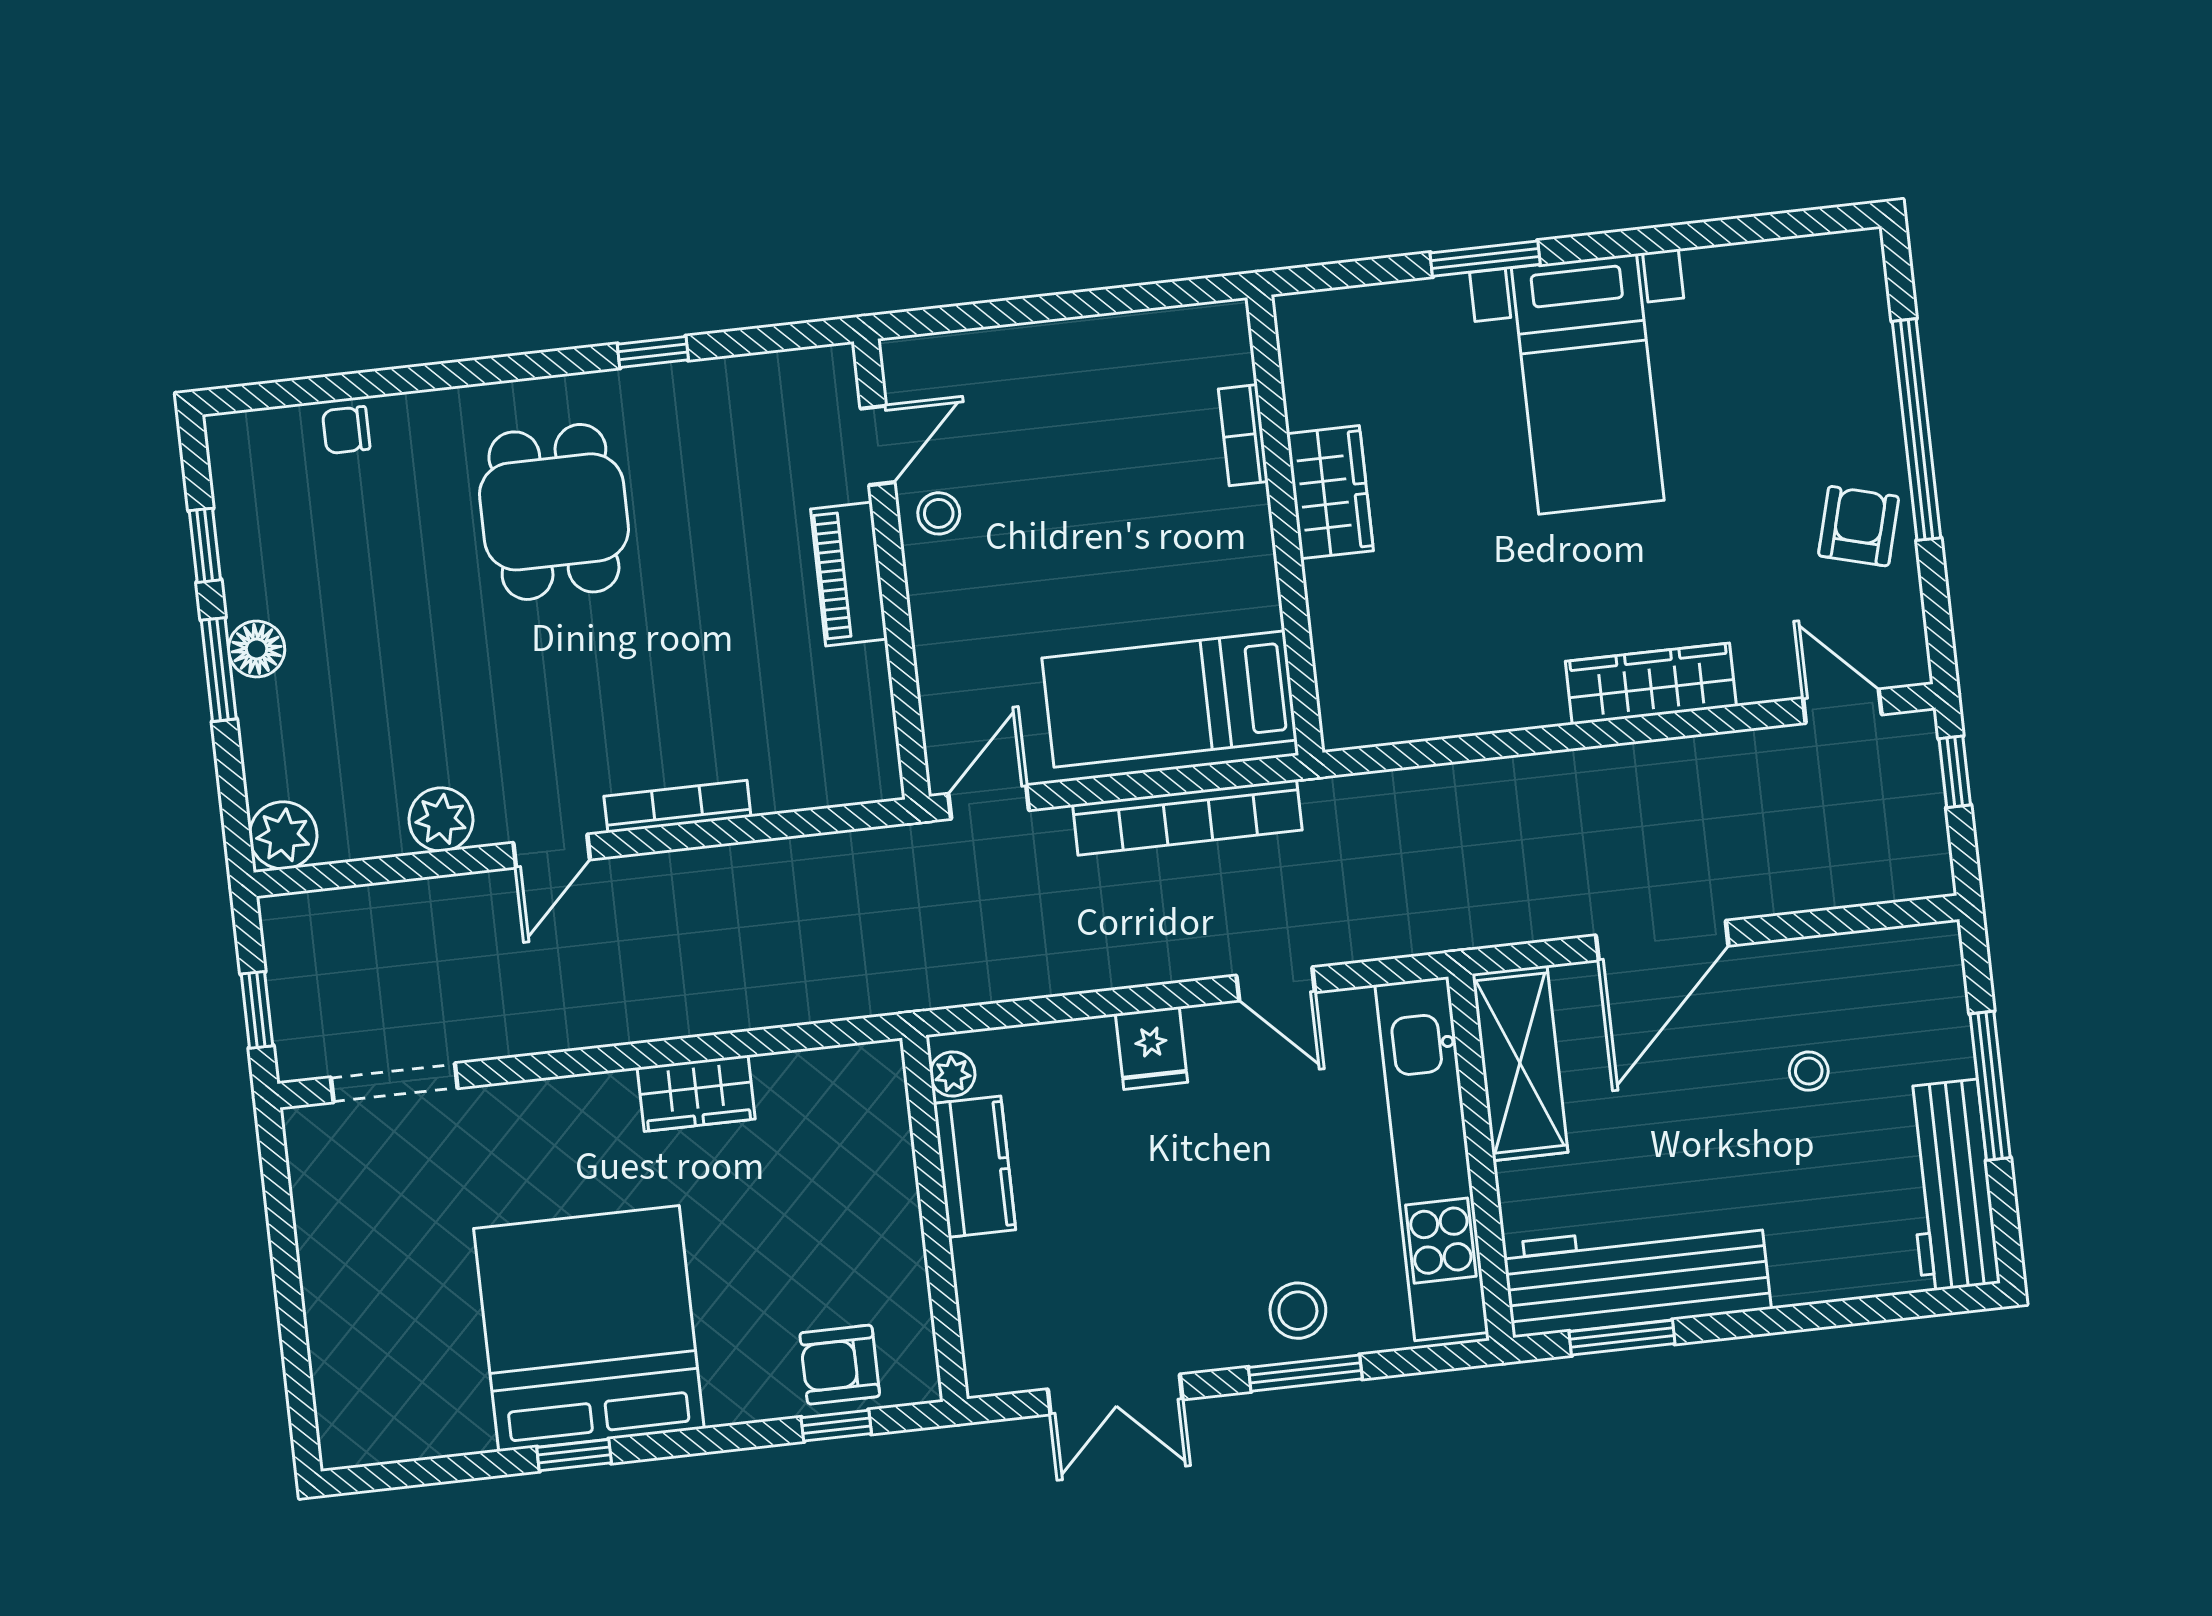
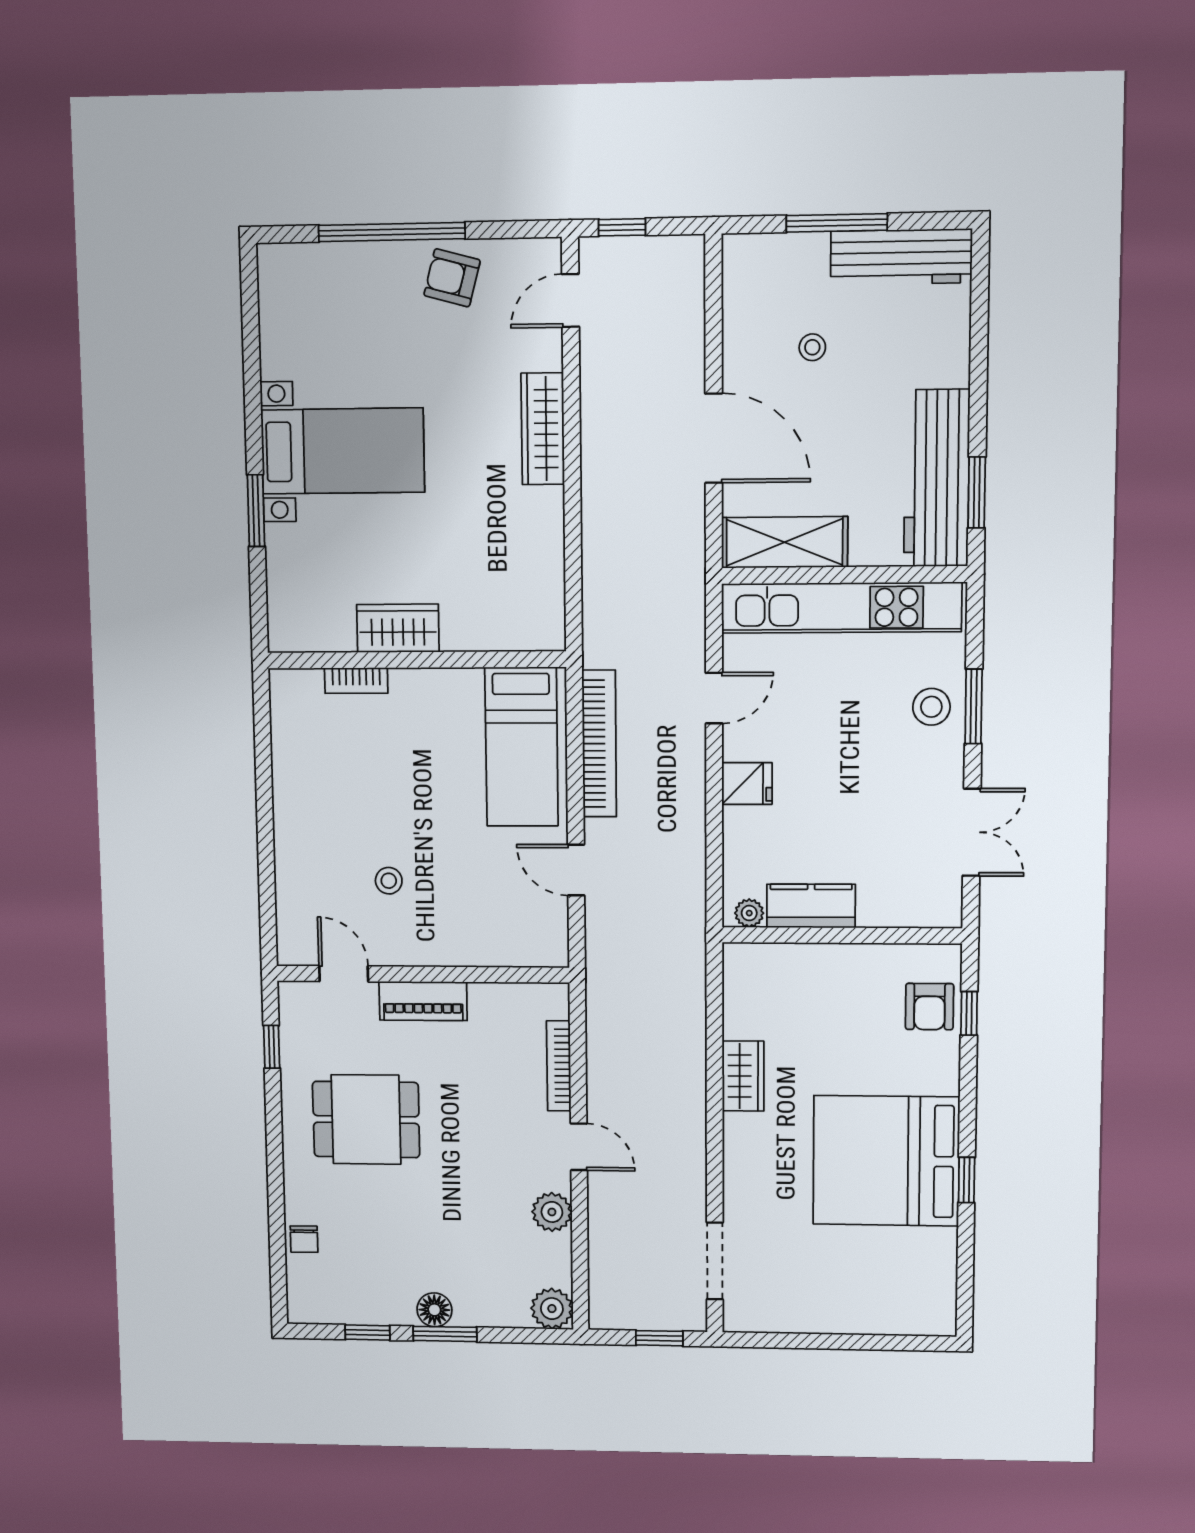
door: (878, 445) -> (344, 974), moved
wall: (891, 569) -> (422, 974), moved
piano: (849, 574) -> (423, 1001), moved

